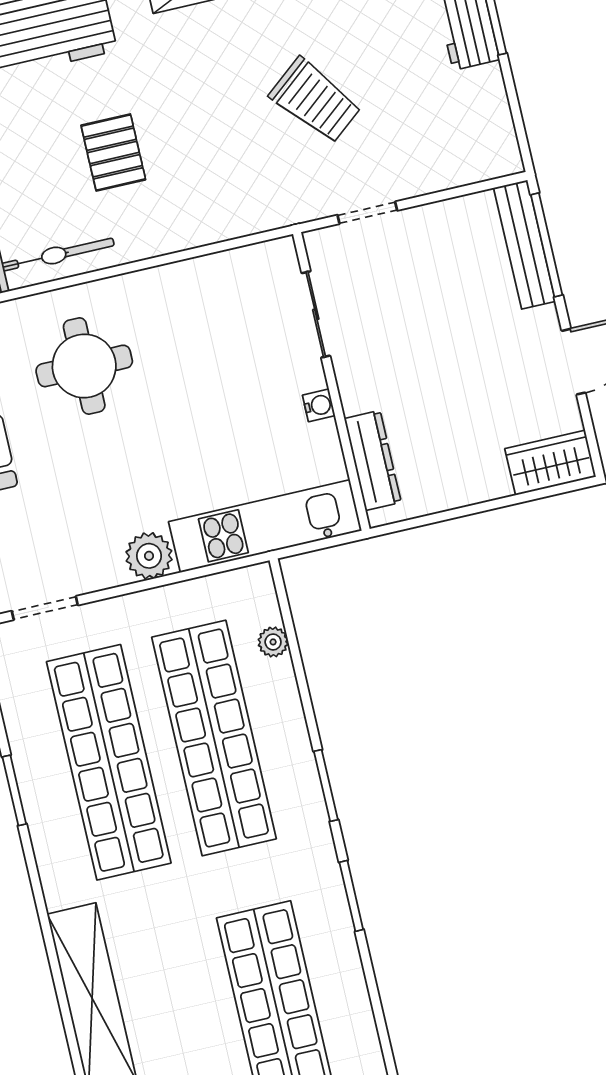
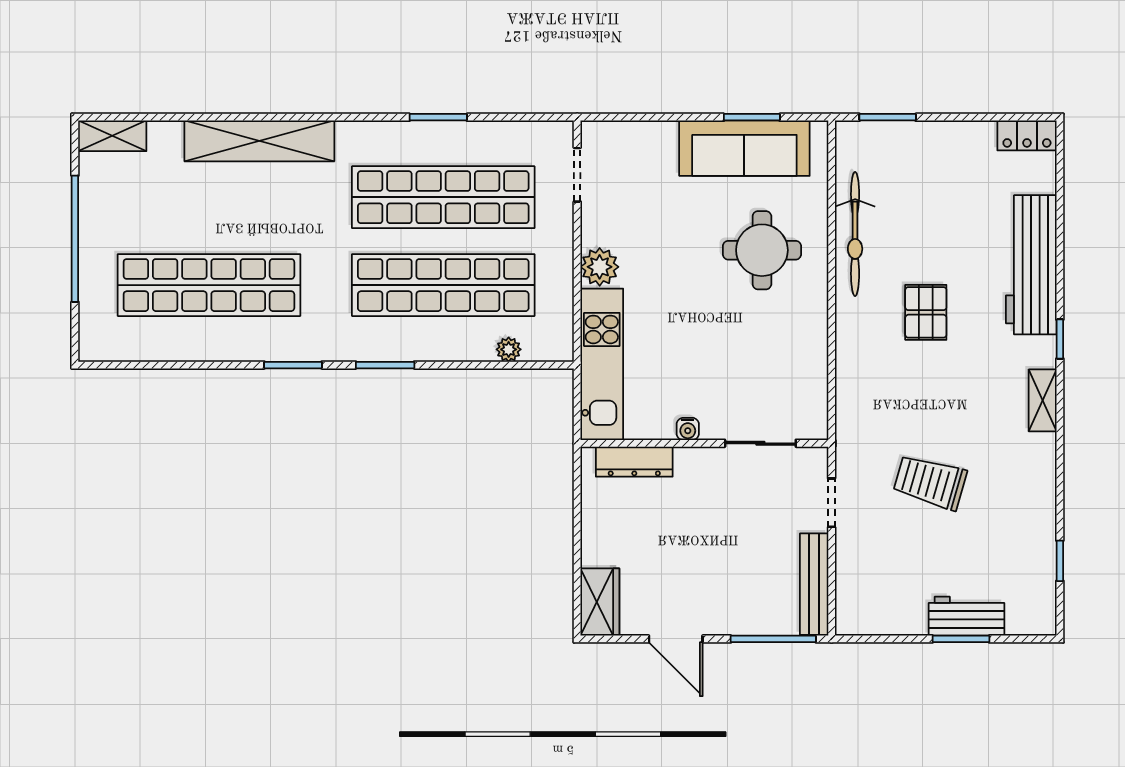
trolley: (315, 101) -> (930, 482), turned 55
pallet: (113, 152) -> (926, 312), turned 90
bench: (525, 245) -> (814, 584), moved, turned 90

